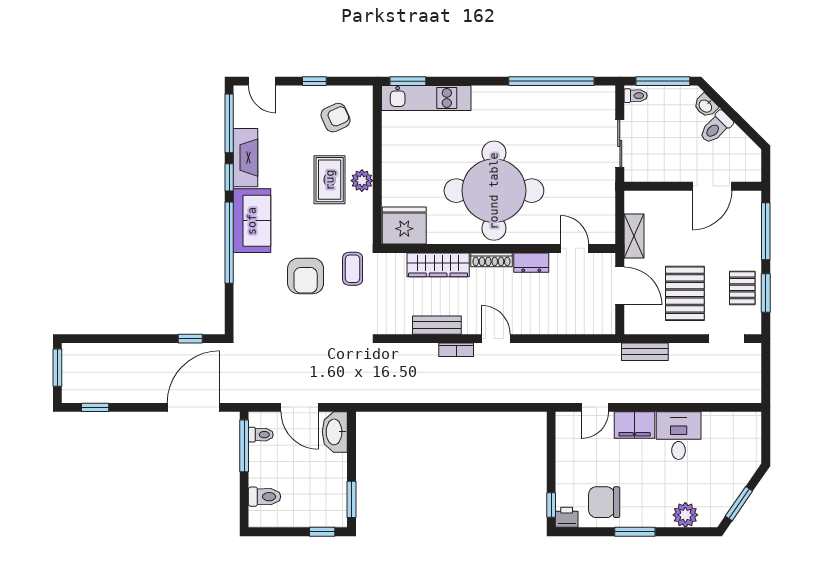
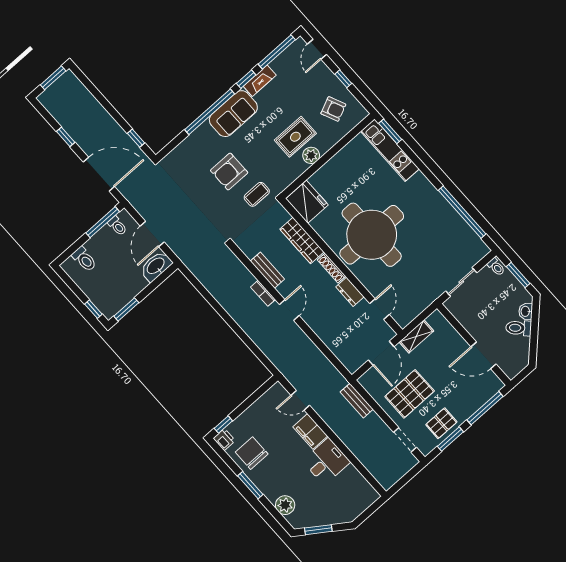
window: (663, 81) -> (518, 275), width x0.69
fireplace: (245, 158) -> (260, 81), width x0.73, depth x0.76
window: (95, 407) -> (66, 137), moved

